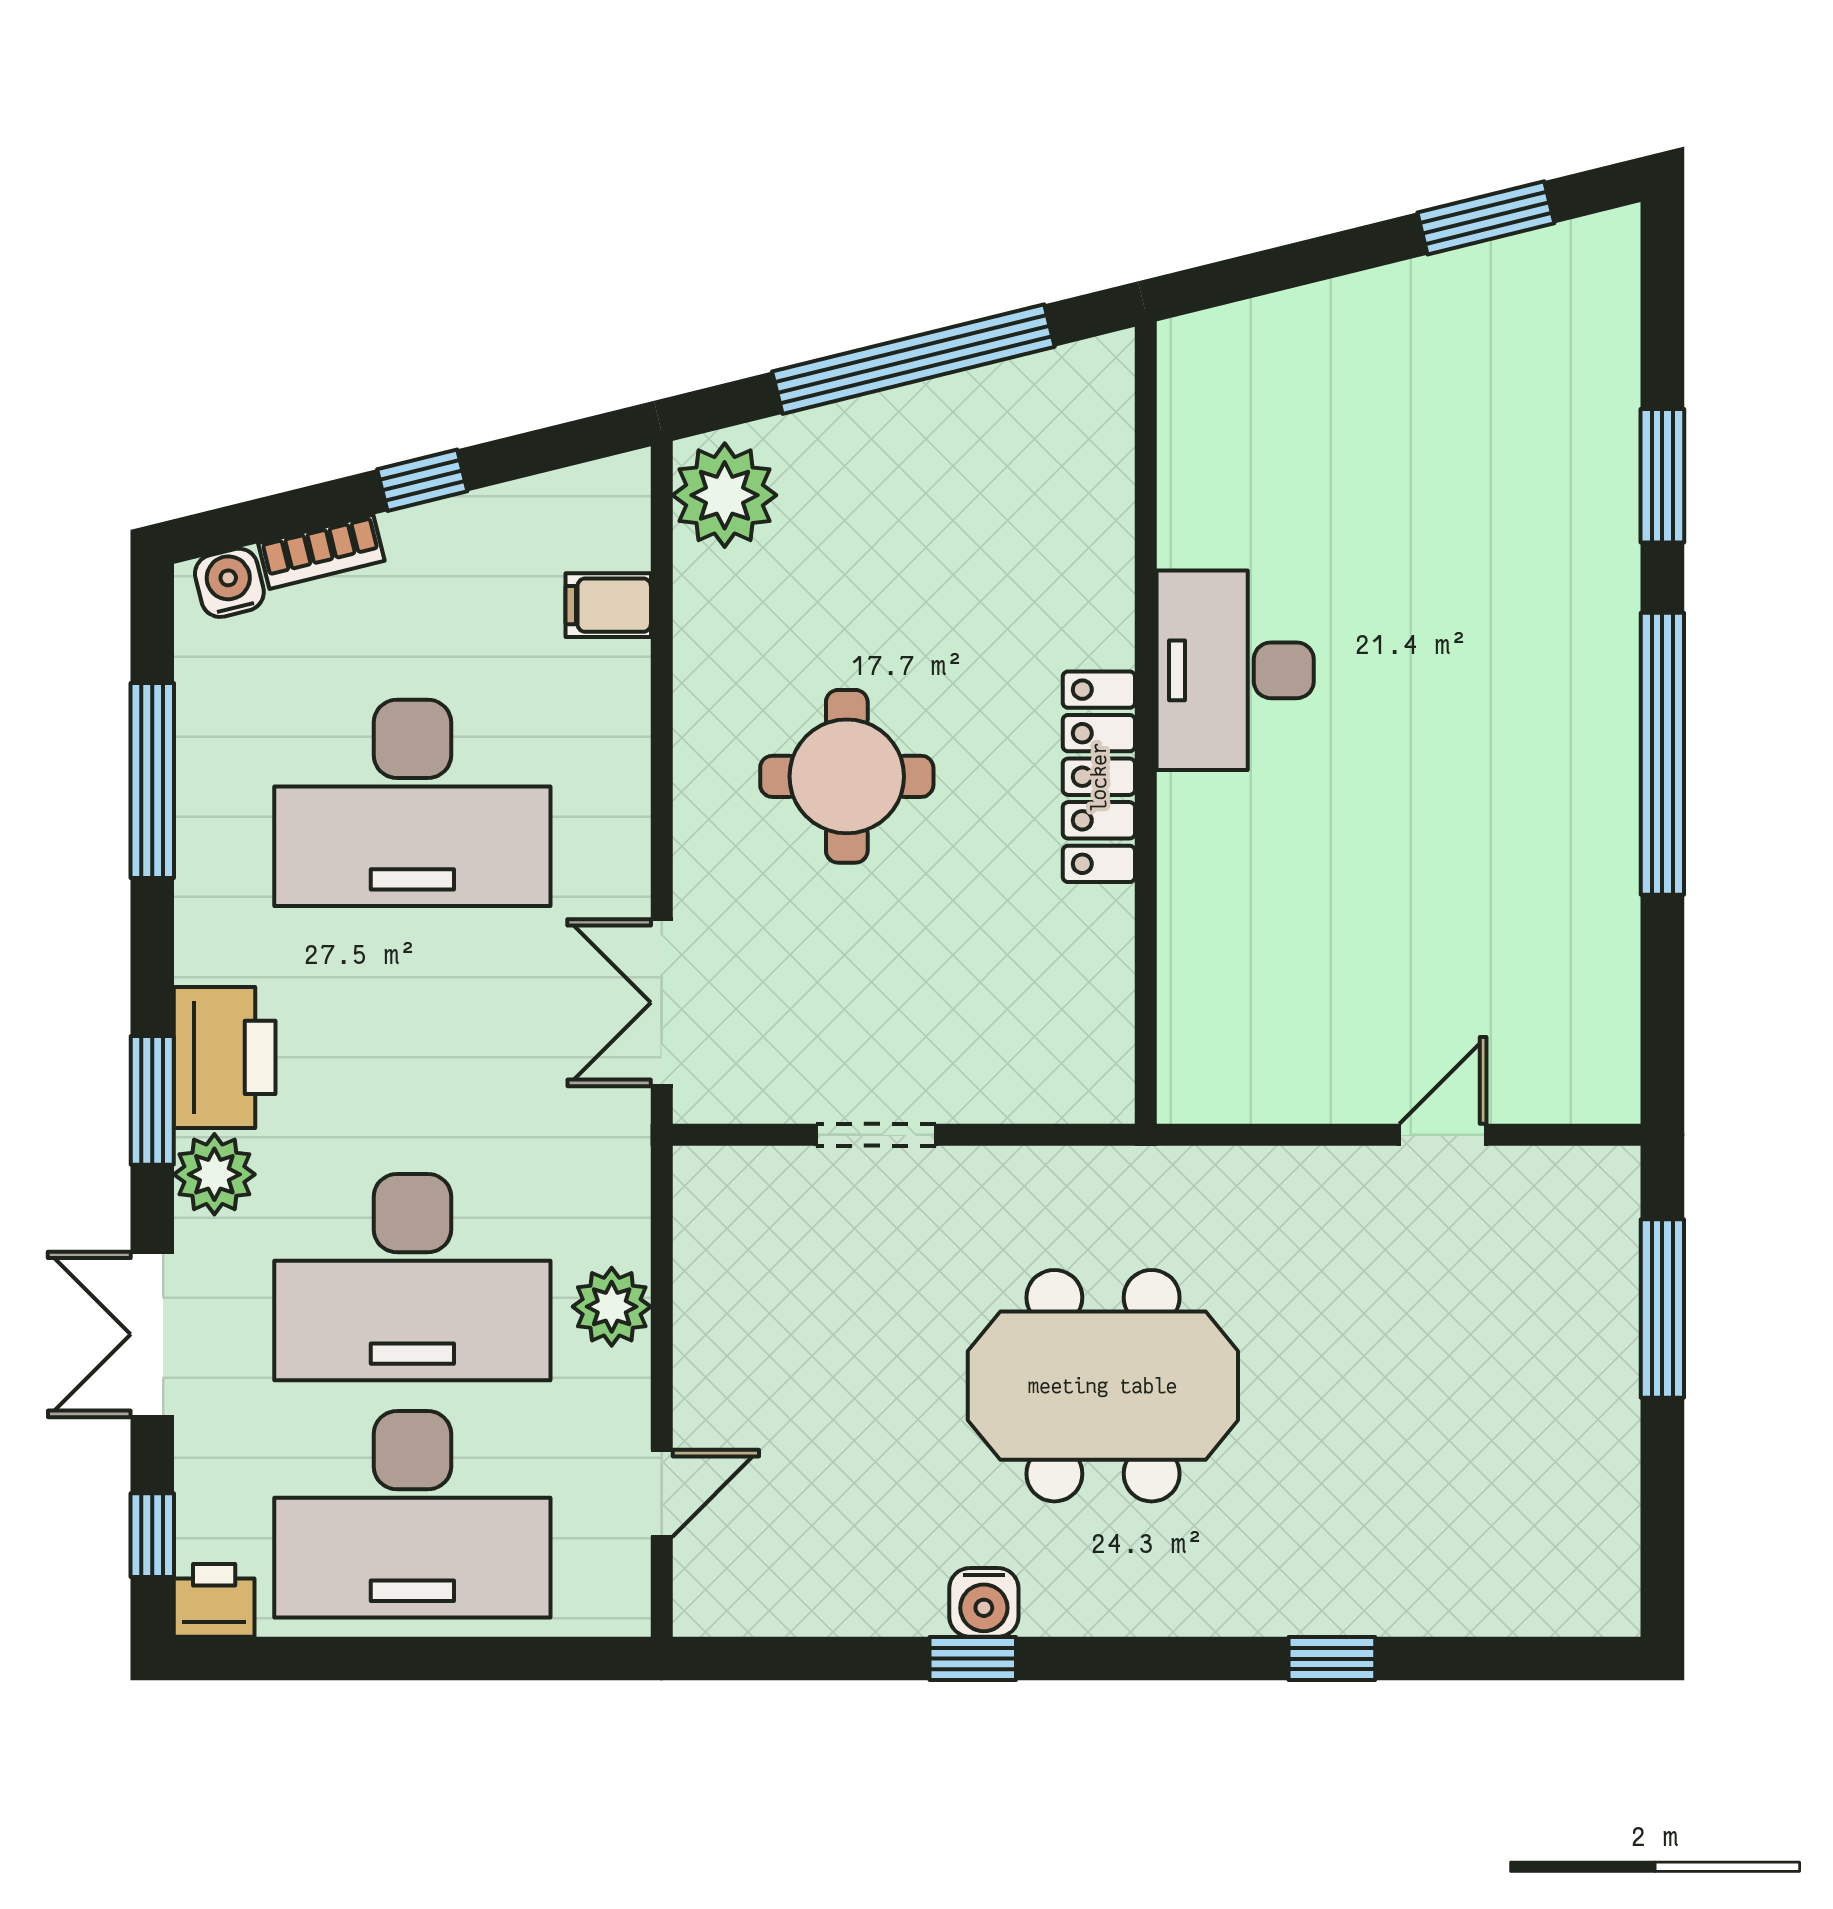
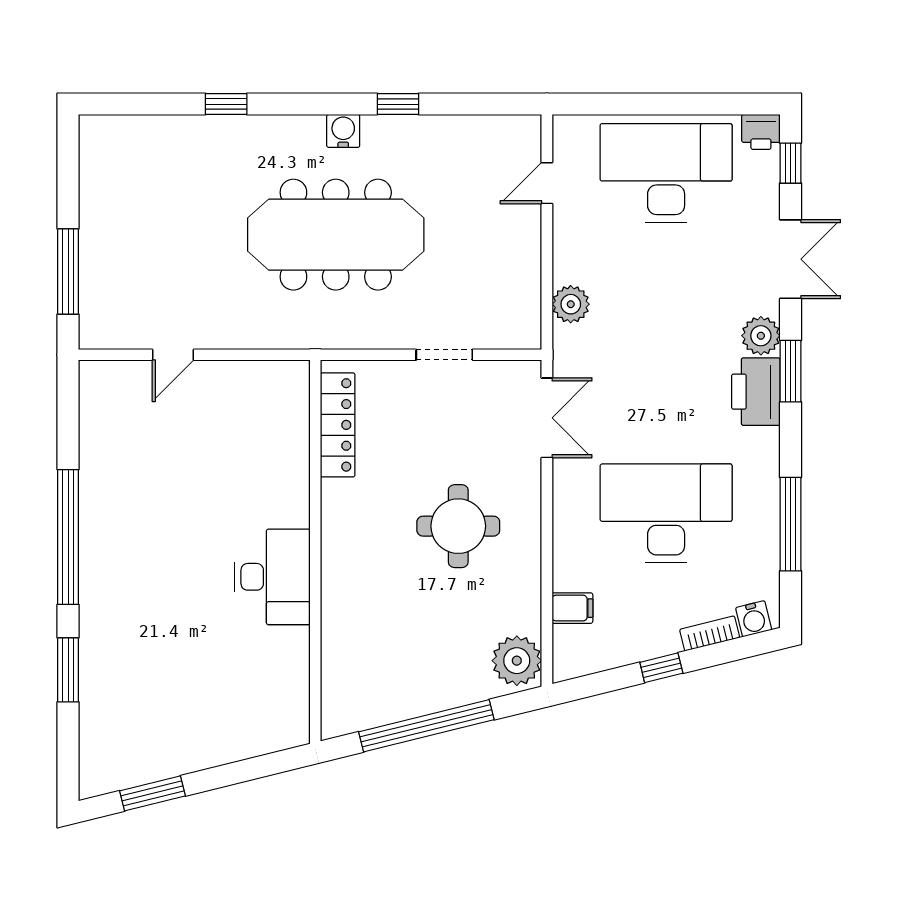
locker: (1099, 777) -> (338, 425), moved
desk: (412, 1277) -> (666, 287), removed
plant: (612, 1307) -> (571, 304), moved
meeting table: (1103, 1386) -> (336, 235), width x1.36
water cooler: (984, 1602) -> (343, 131), moved

